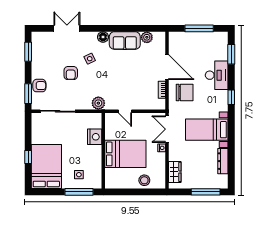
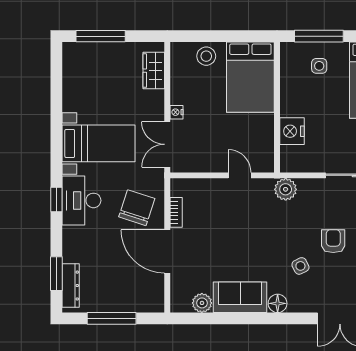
desk: (217, 75) -> (81, 200), moved
chair: (185, 92) -> (137, 208), turned 108
double door: (167, 129) -> (167, 144), swing flipped
bed: (125, 154) -> (250, 77), moved, turned -90
dresser: (223, 161) -> (71, 286), moved

